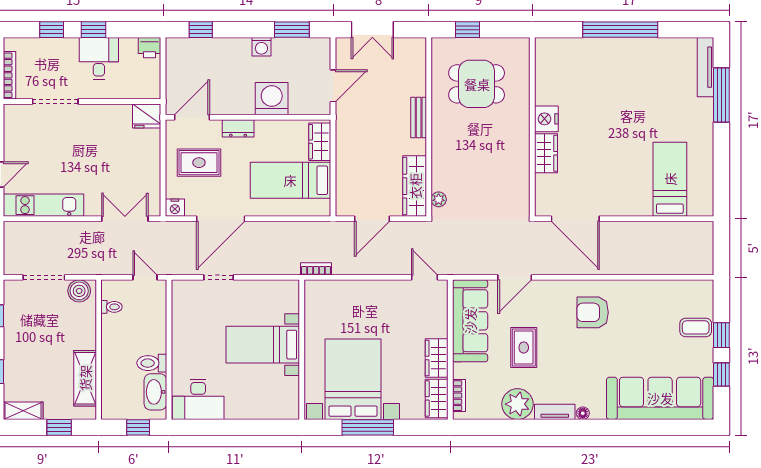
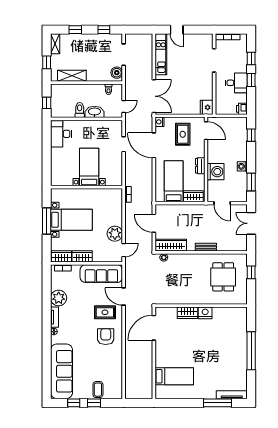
dresser: (238, 128) -> (200, 166), moved
double door: (125, 219) -> (154, 96), width x1.37
plant: (392, 295) -> (115, 234), added
rug: (524, 348) -> (105, 312), moved
bed with nightstands: (353, 379) -> (71, 220), width x0.73
washbasin: (155, 392) -> (94, 112), moved

